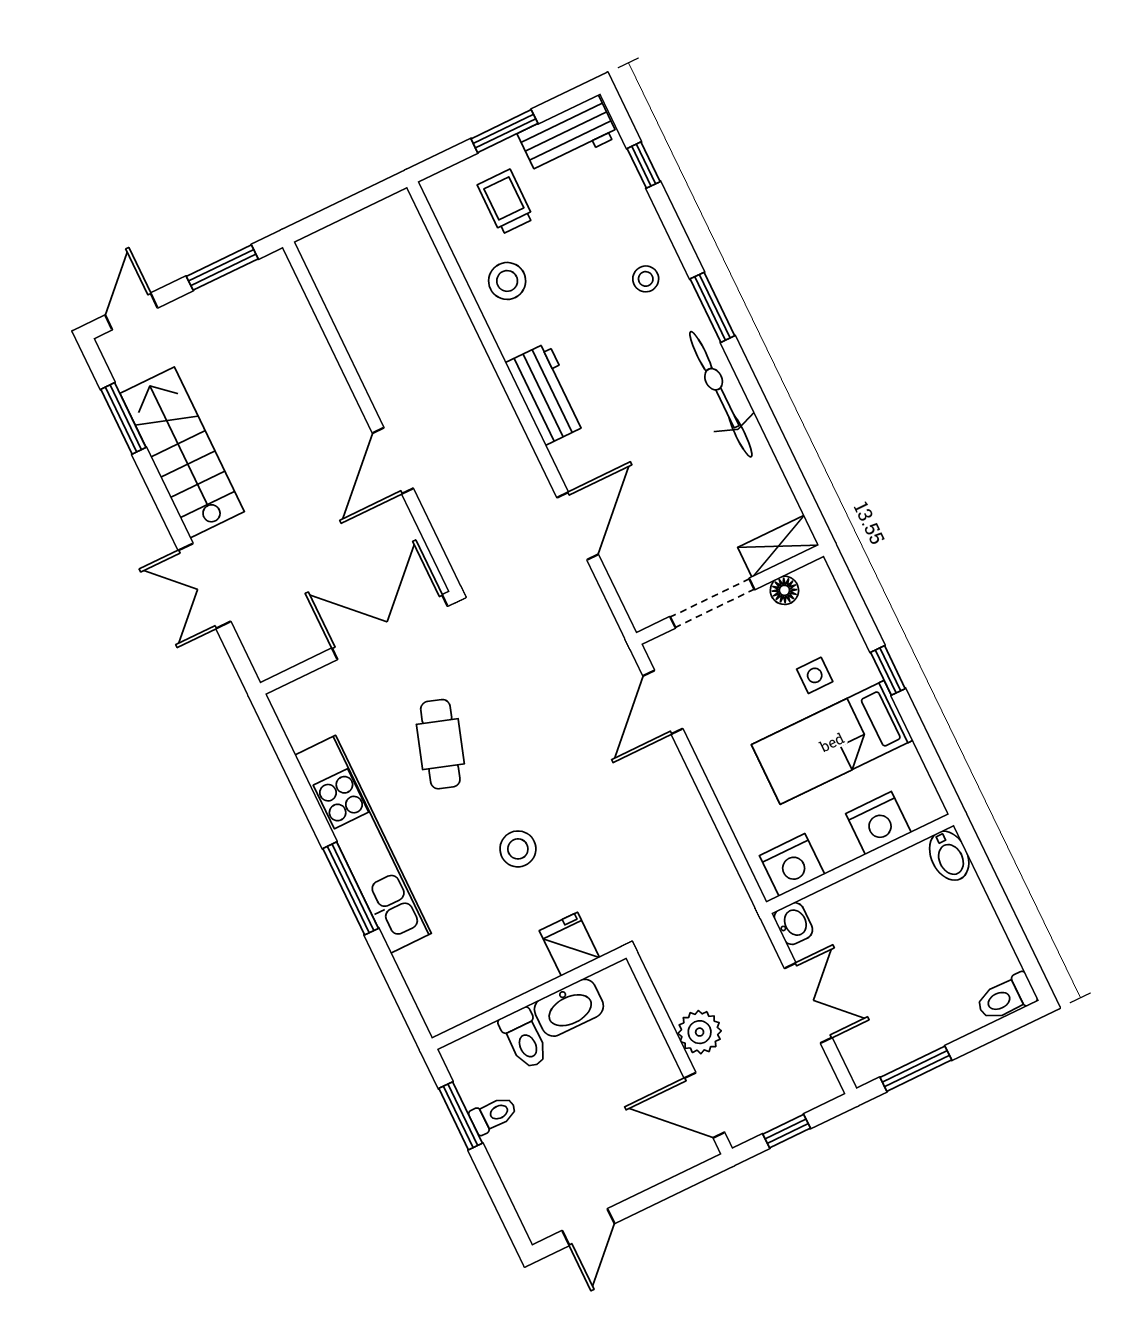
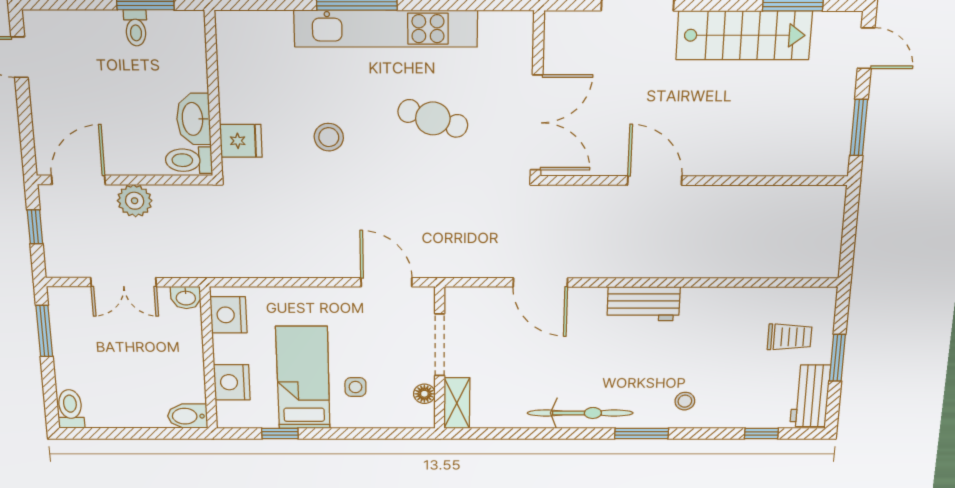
stool: (507, 281) -> (736, 313), removed
window: (888, 670) -> (280, 433), moved
toilet: (524, 1039) -> (189, 160), moved

